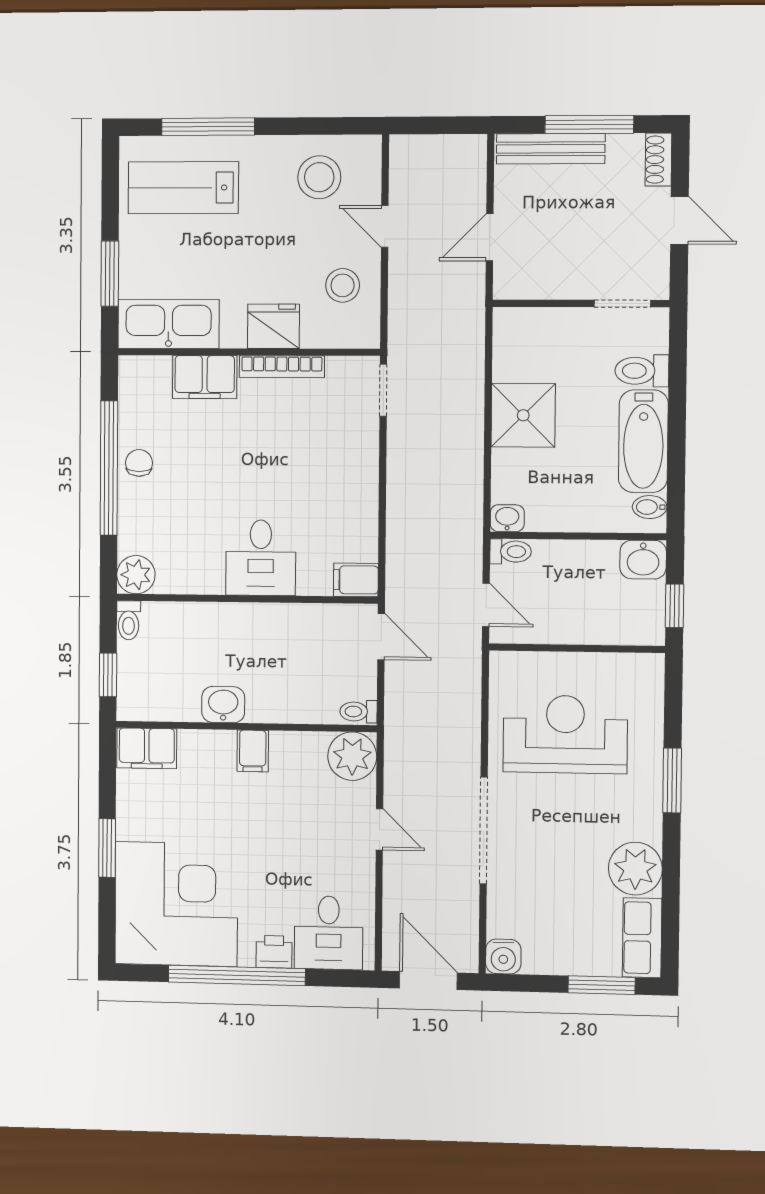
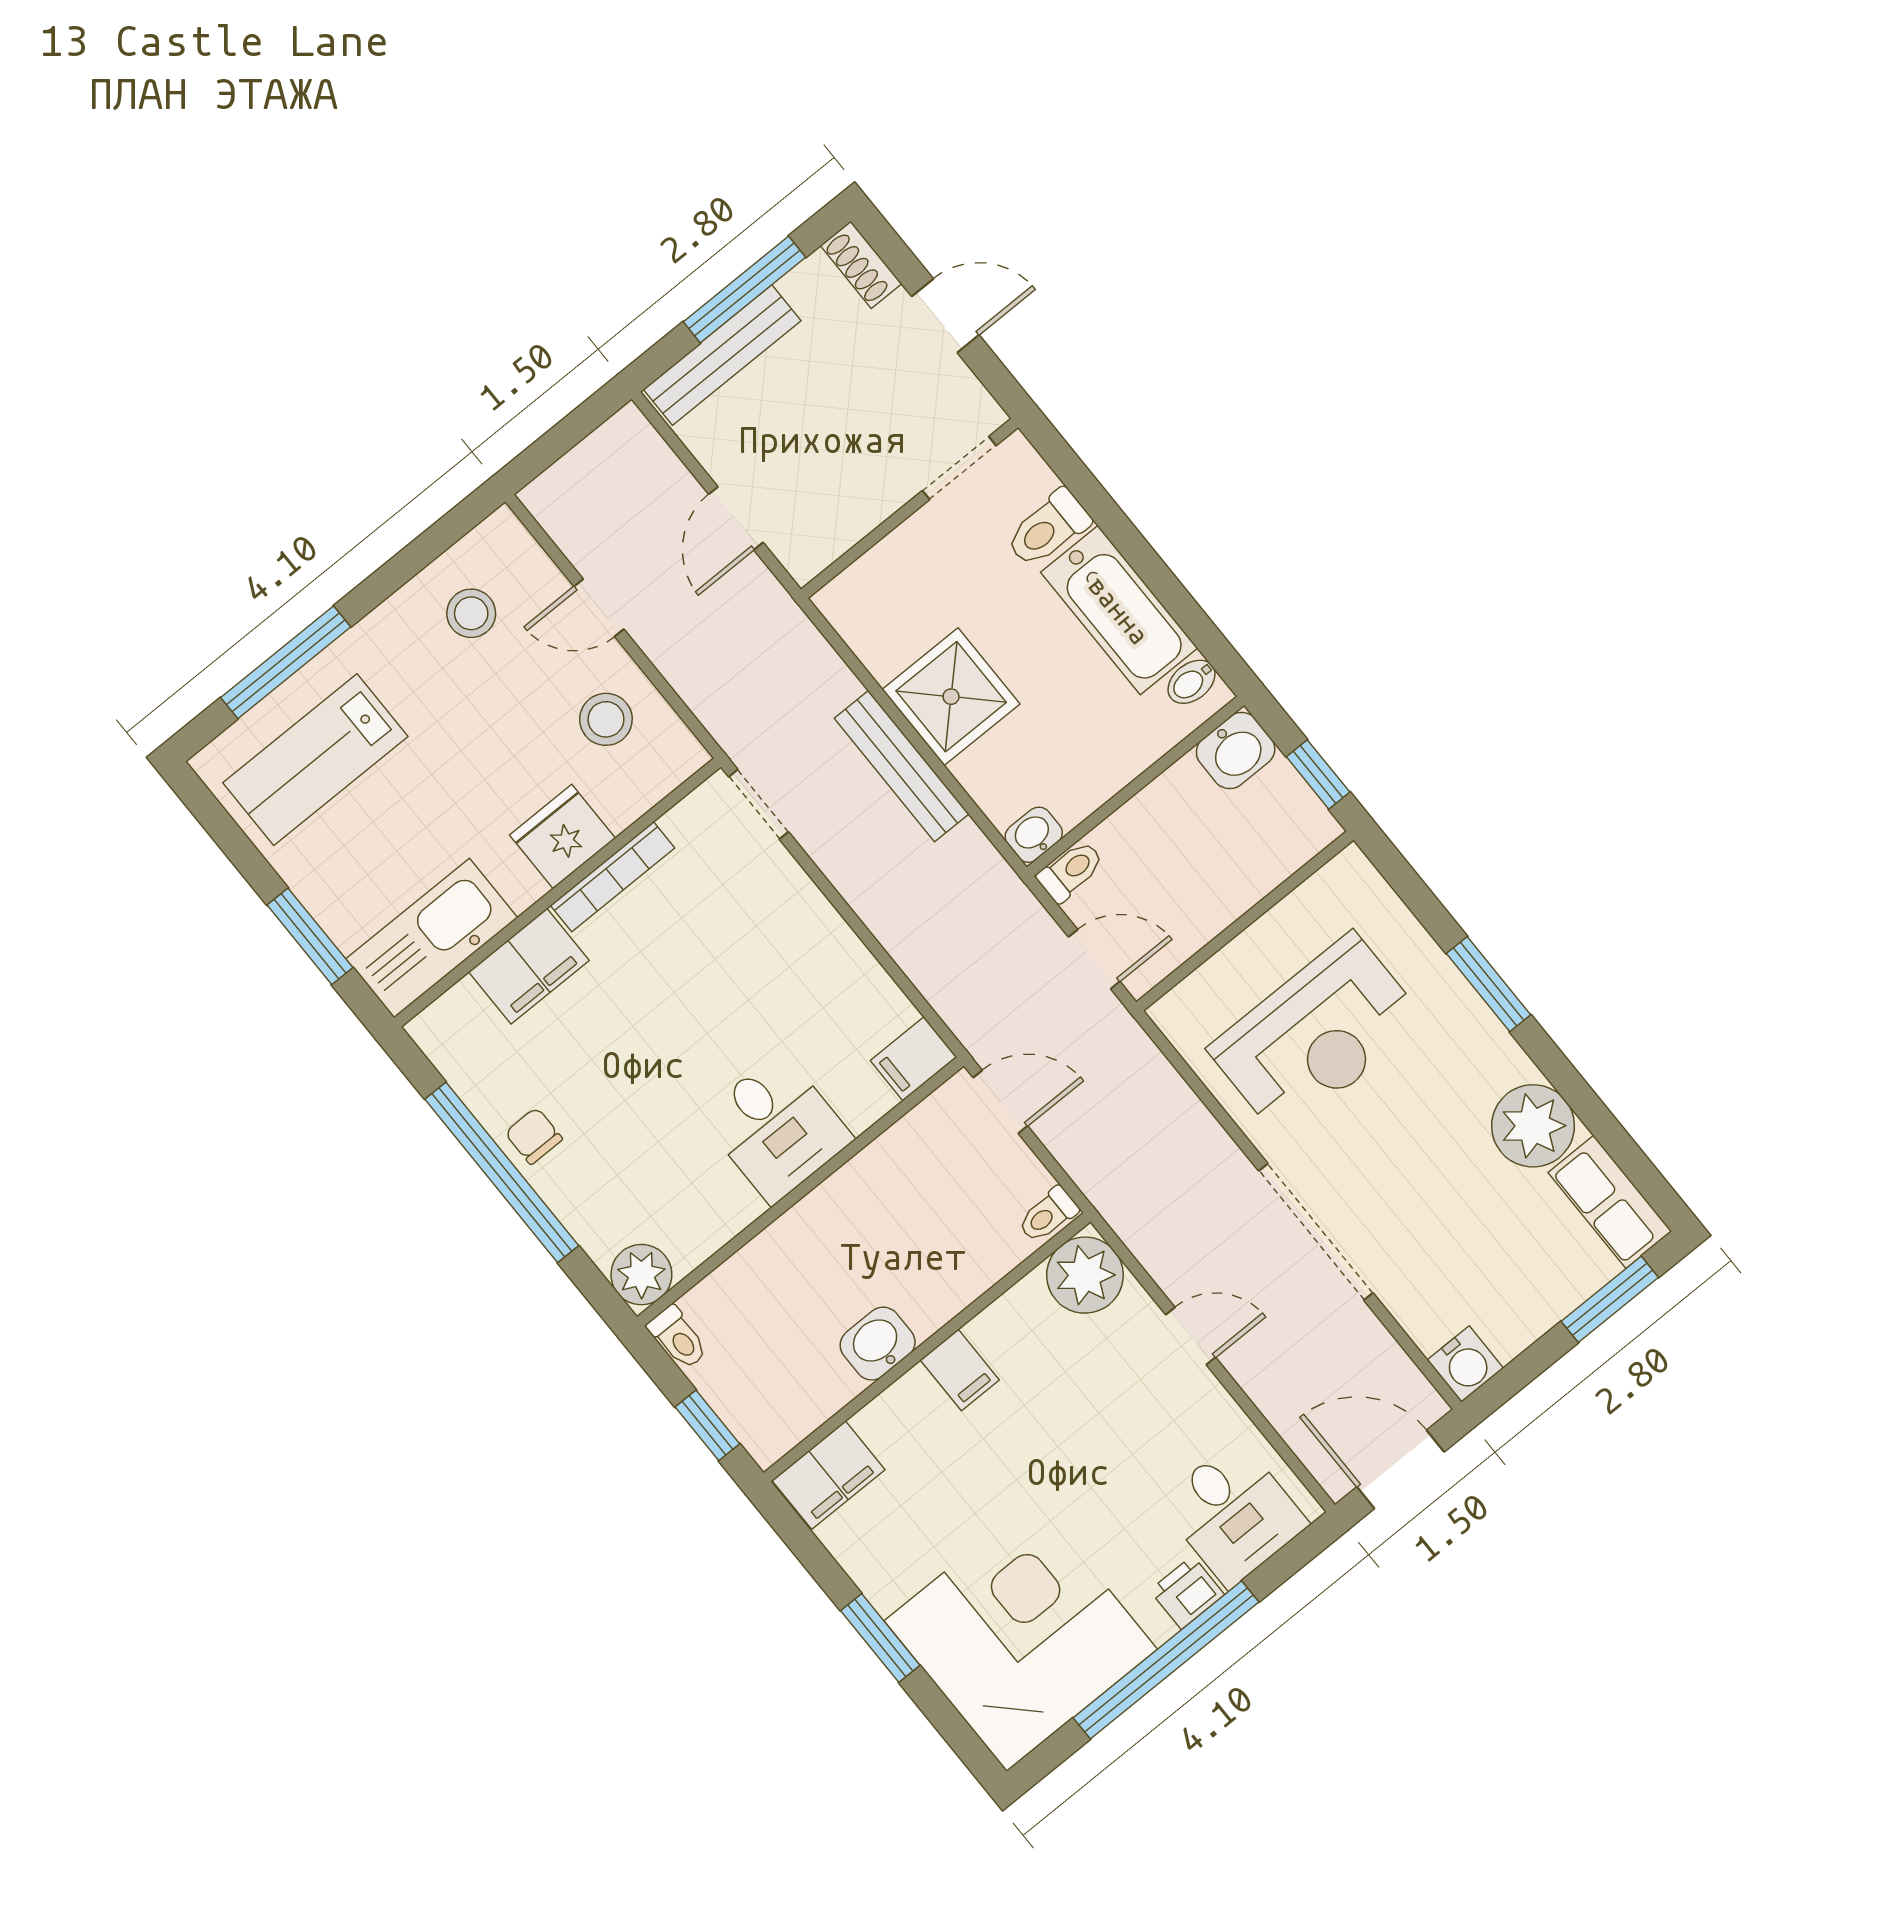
stool: (319, 177) -> (471, 613), width x0.73, depth x0.73
bench: (470, 430) -> (902, 766), added
reception desk: (565, 734) -> (1317, 1035), turned 180

